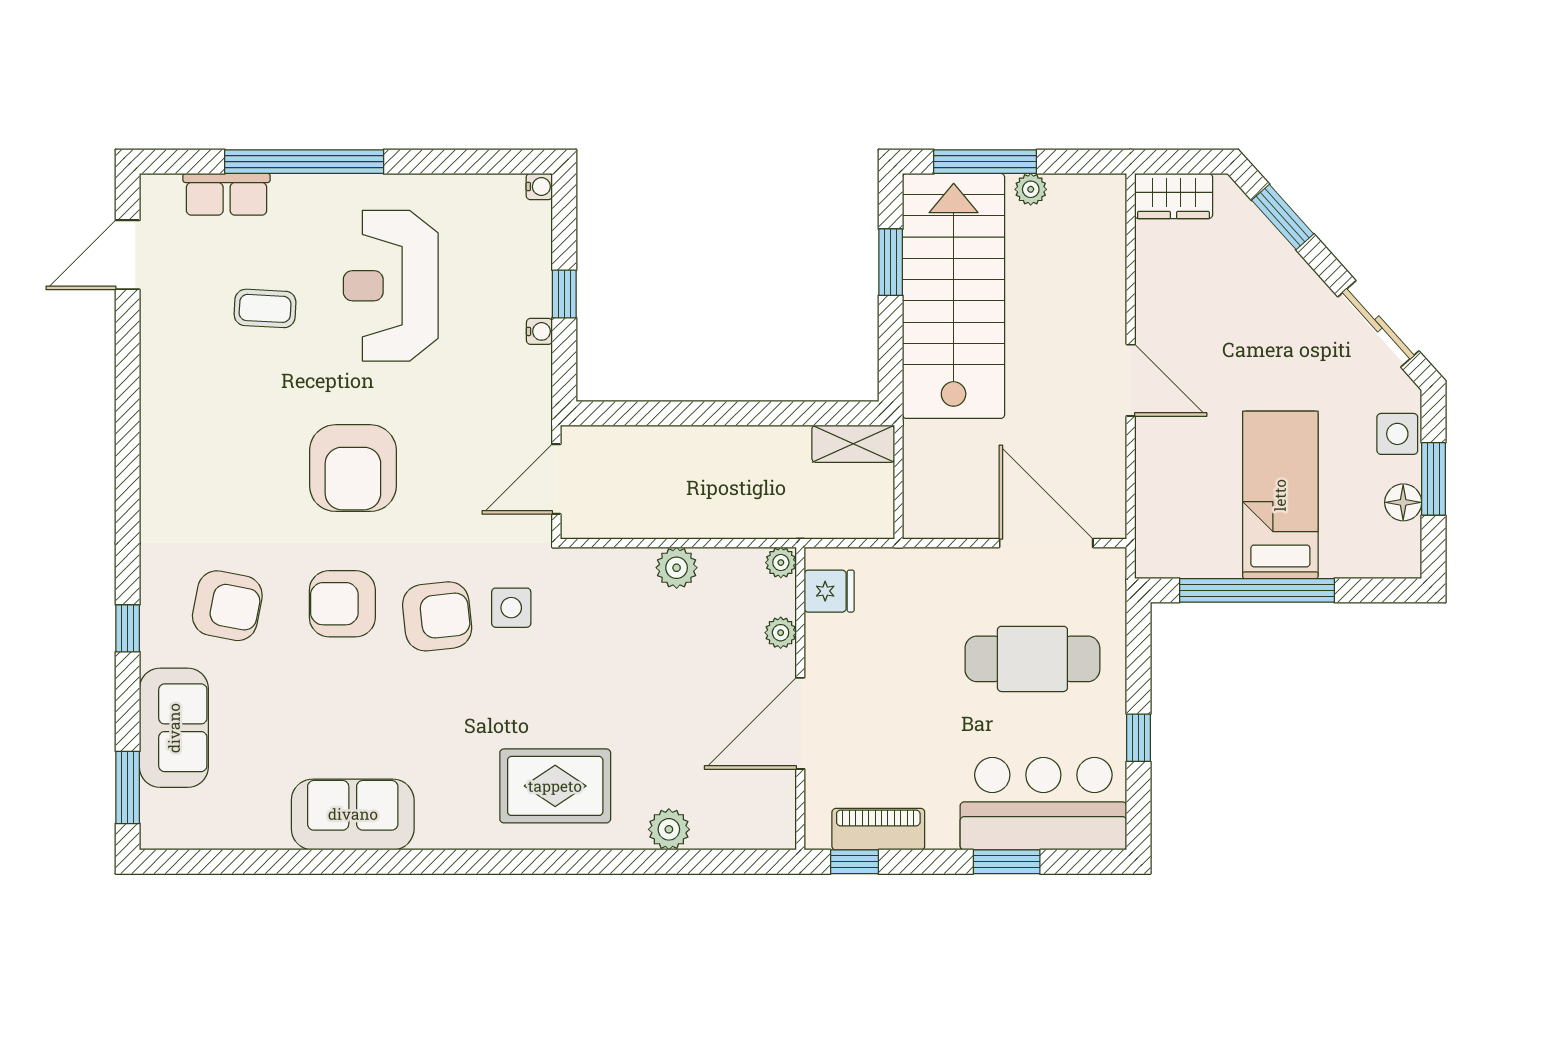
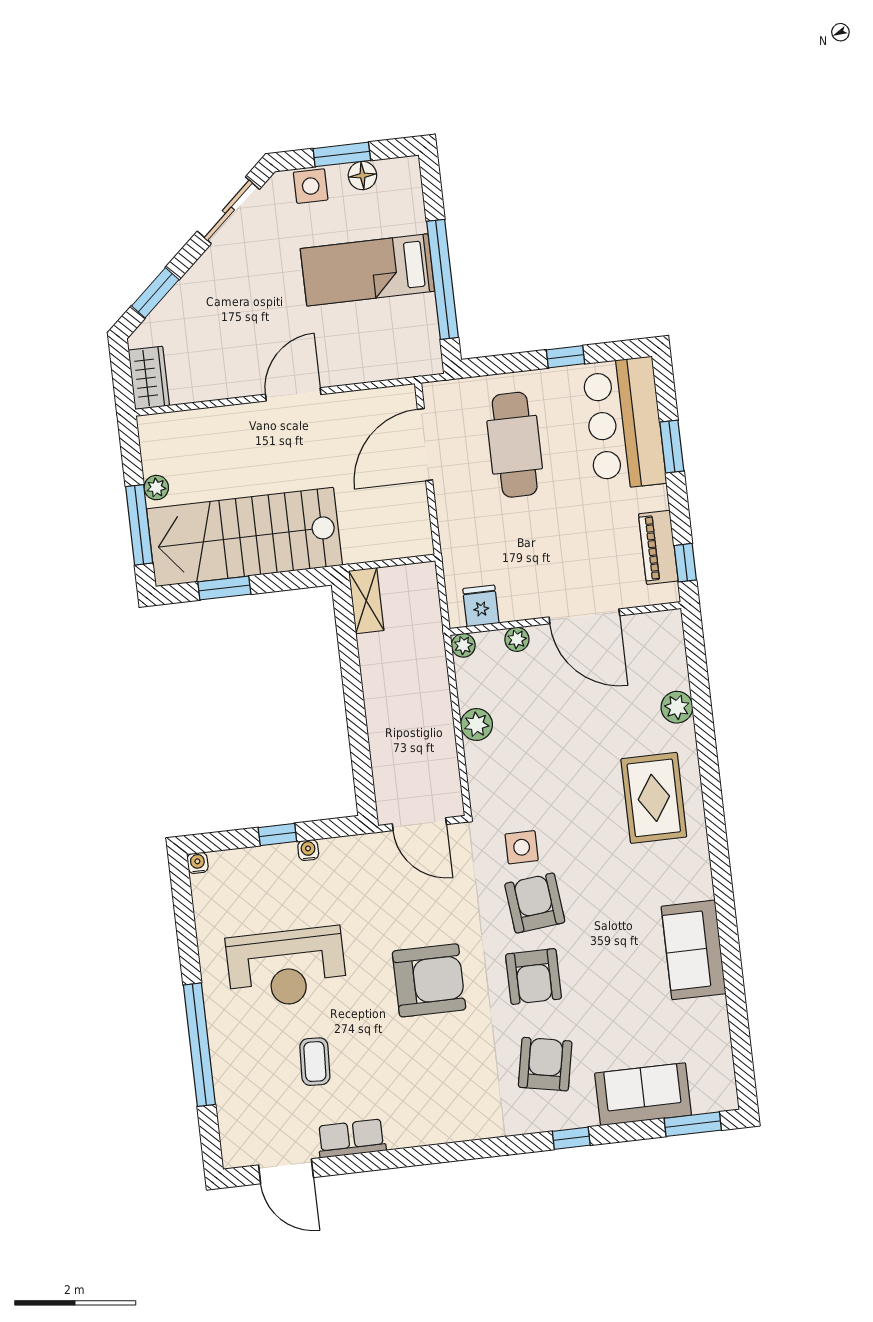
row of seats: (227, 194) -> (351, 1138), moved, turned -90

